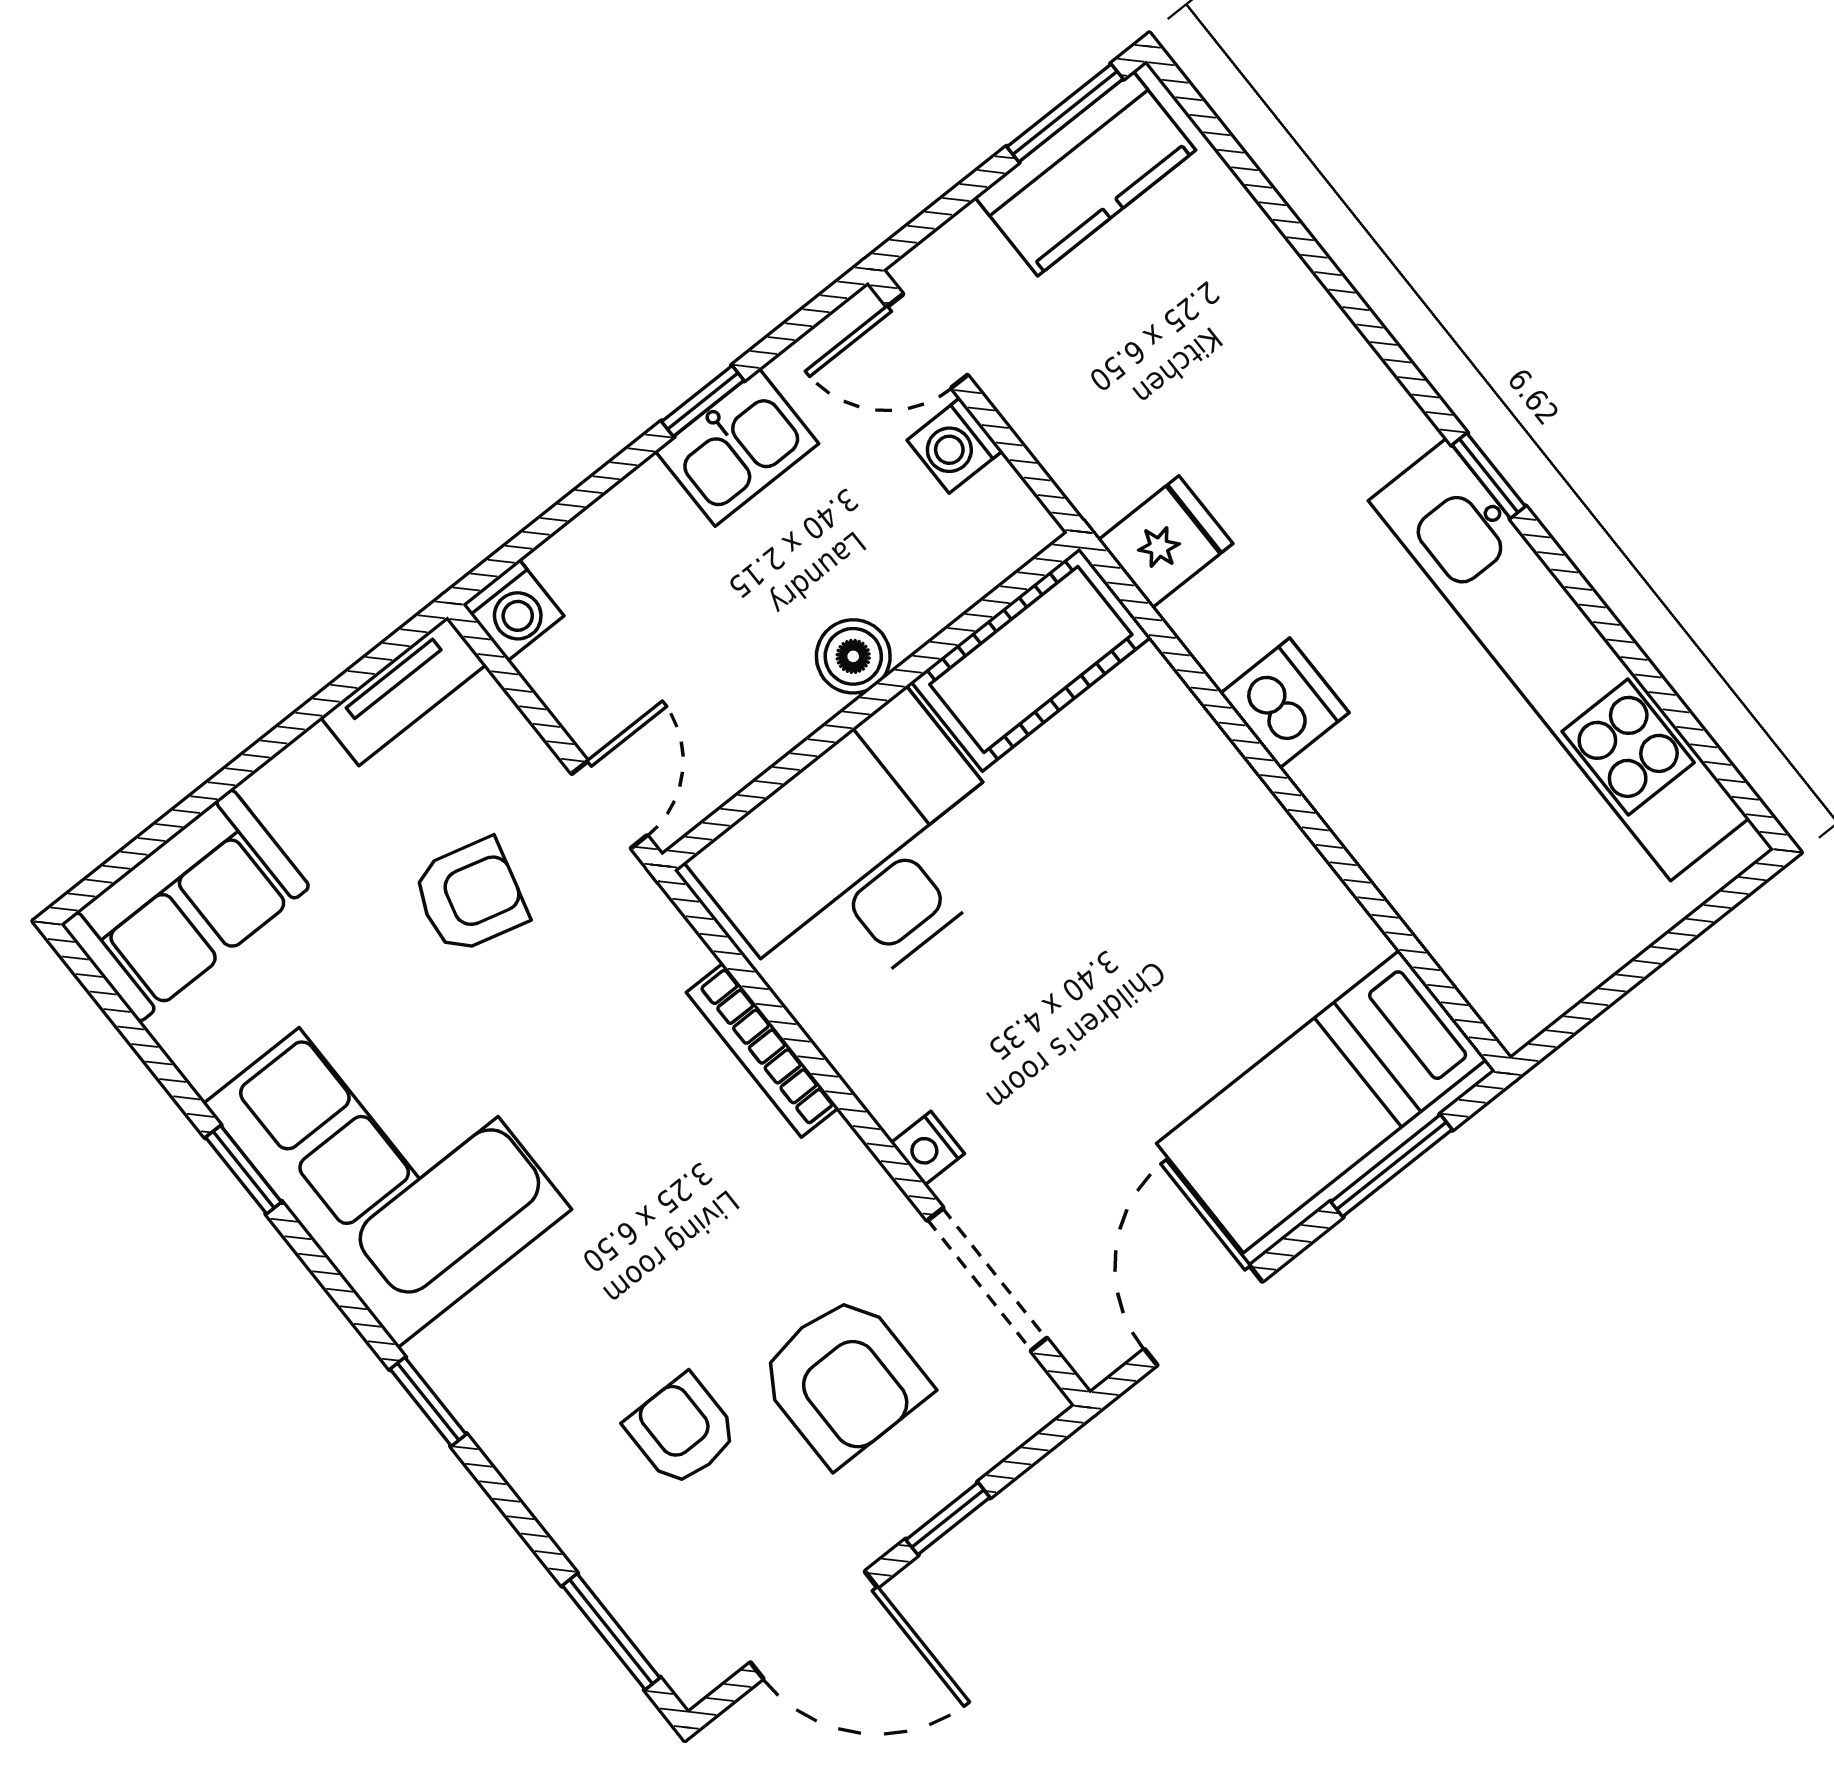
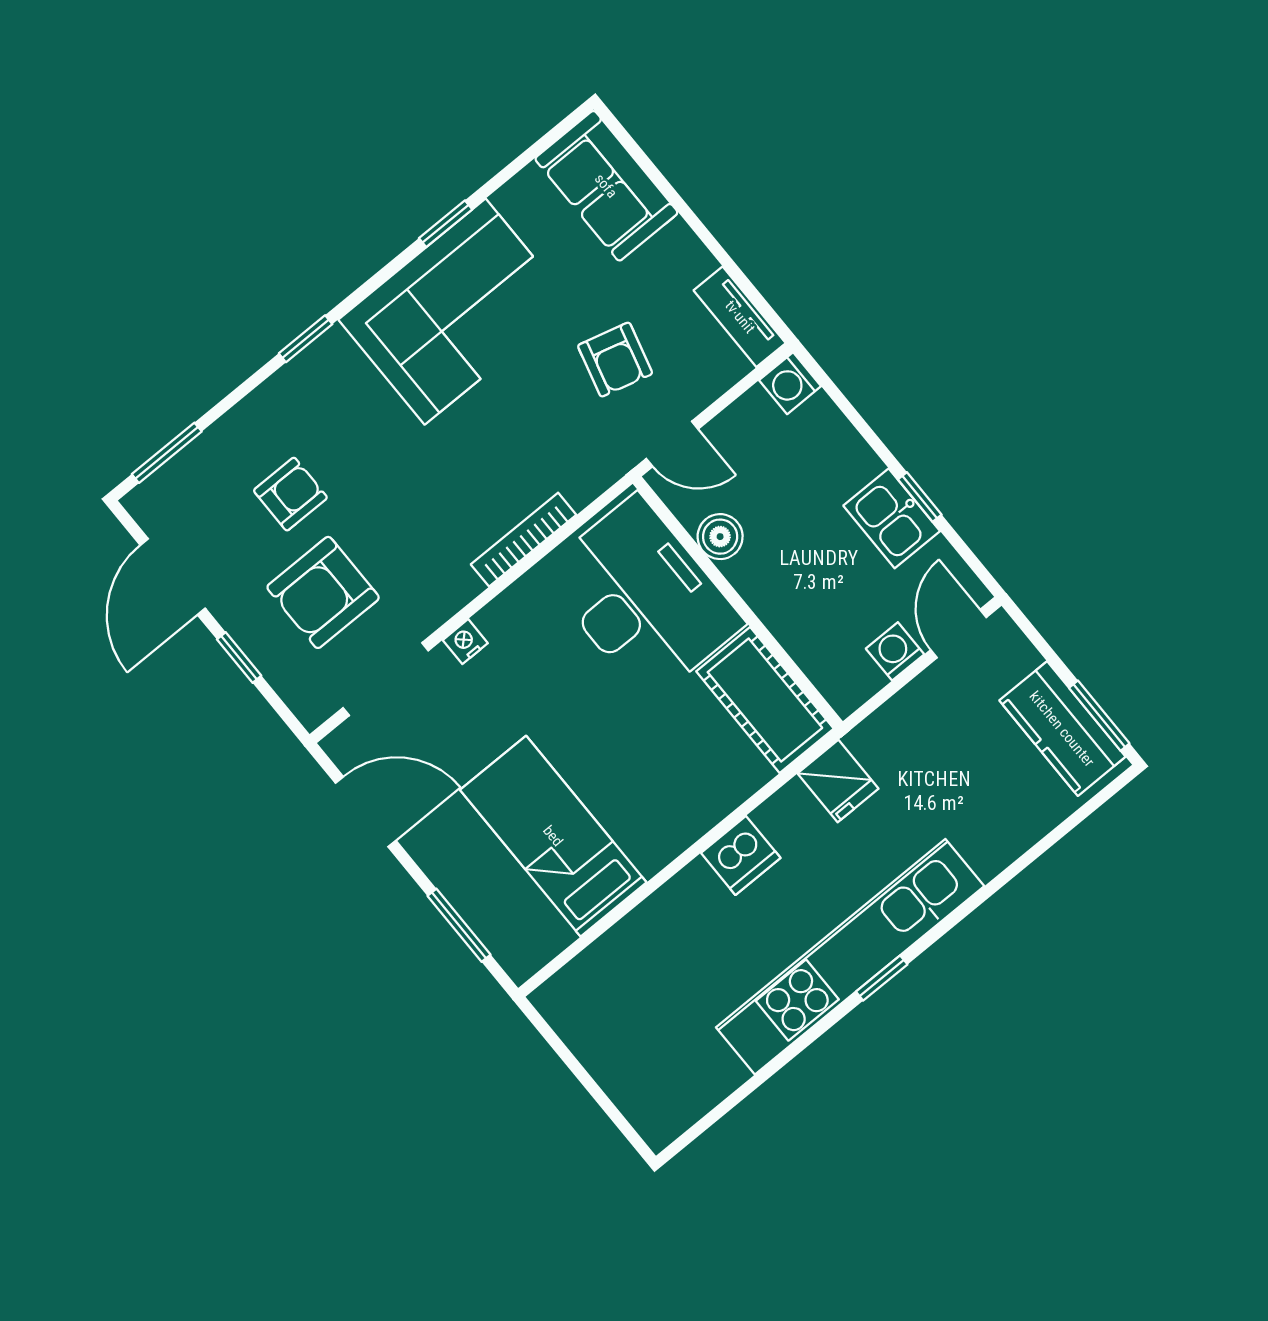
boiler: (853, 656) -> (720, 537), moved
kitchen unit: (1559, 659) -> (850, 957), moved
bed: (1322, 1101) -> (553, 836), moved

